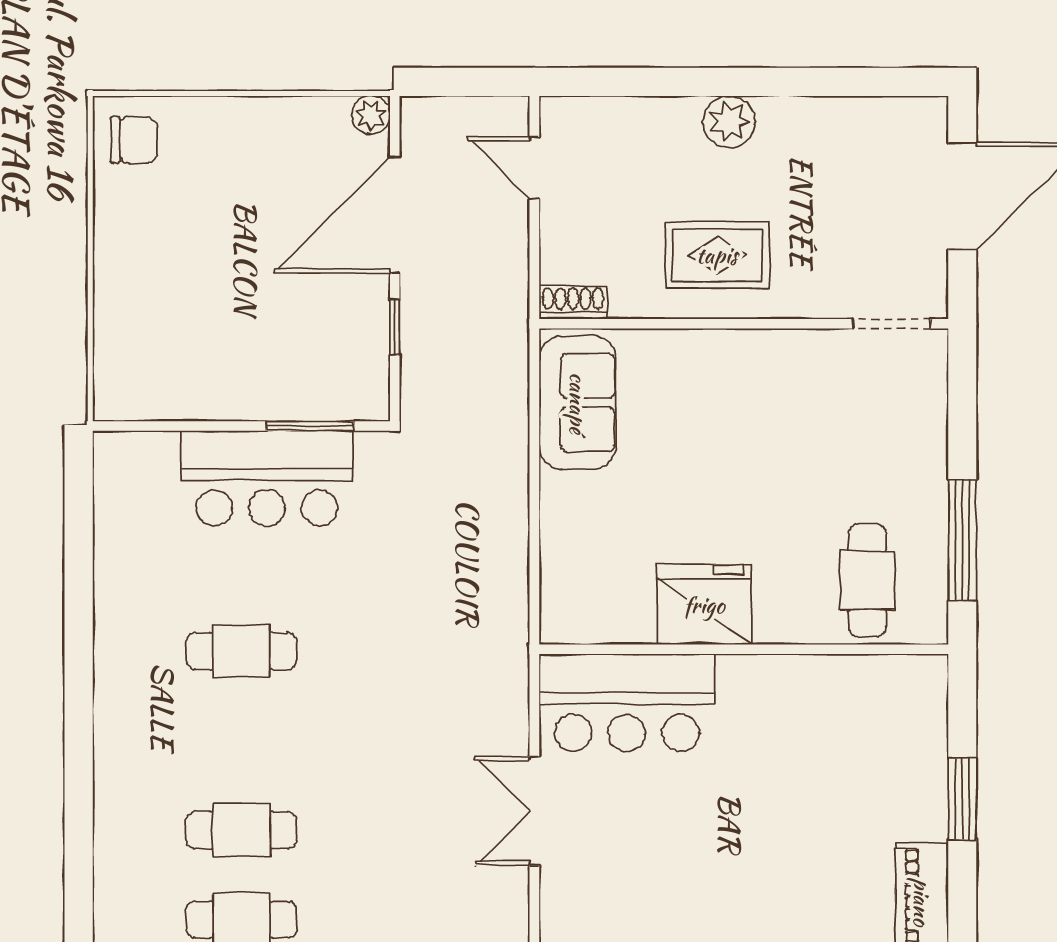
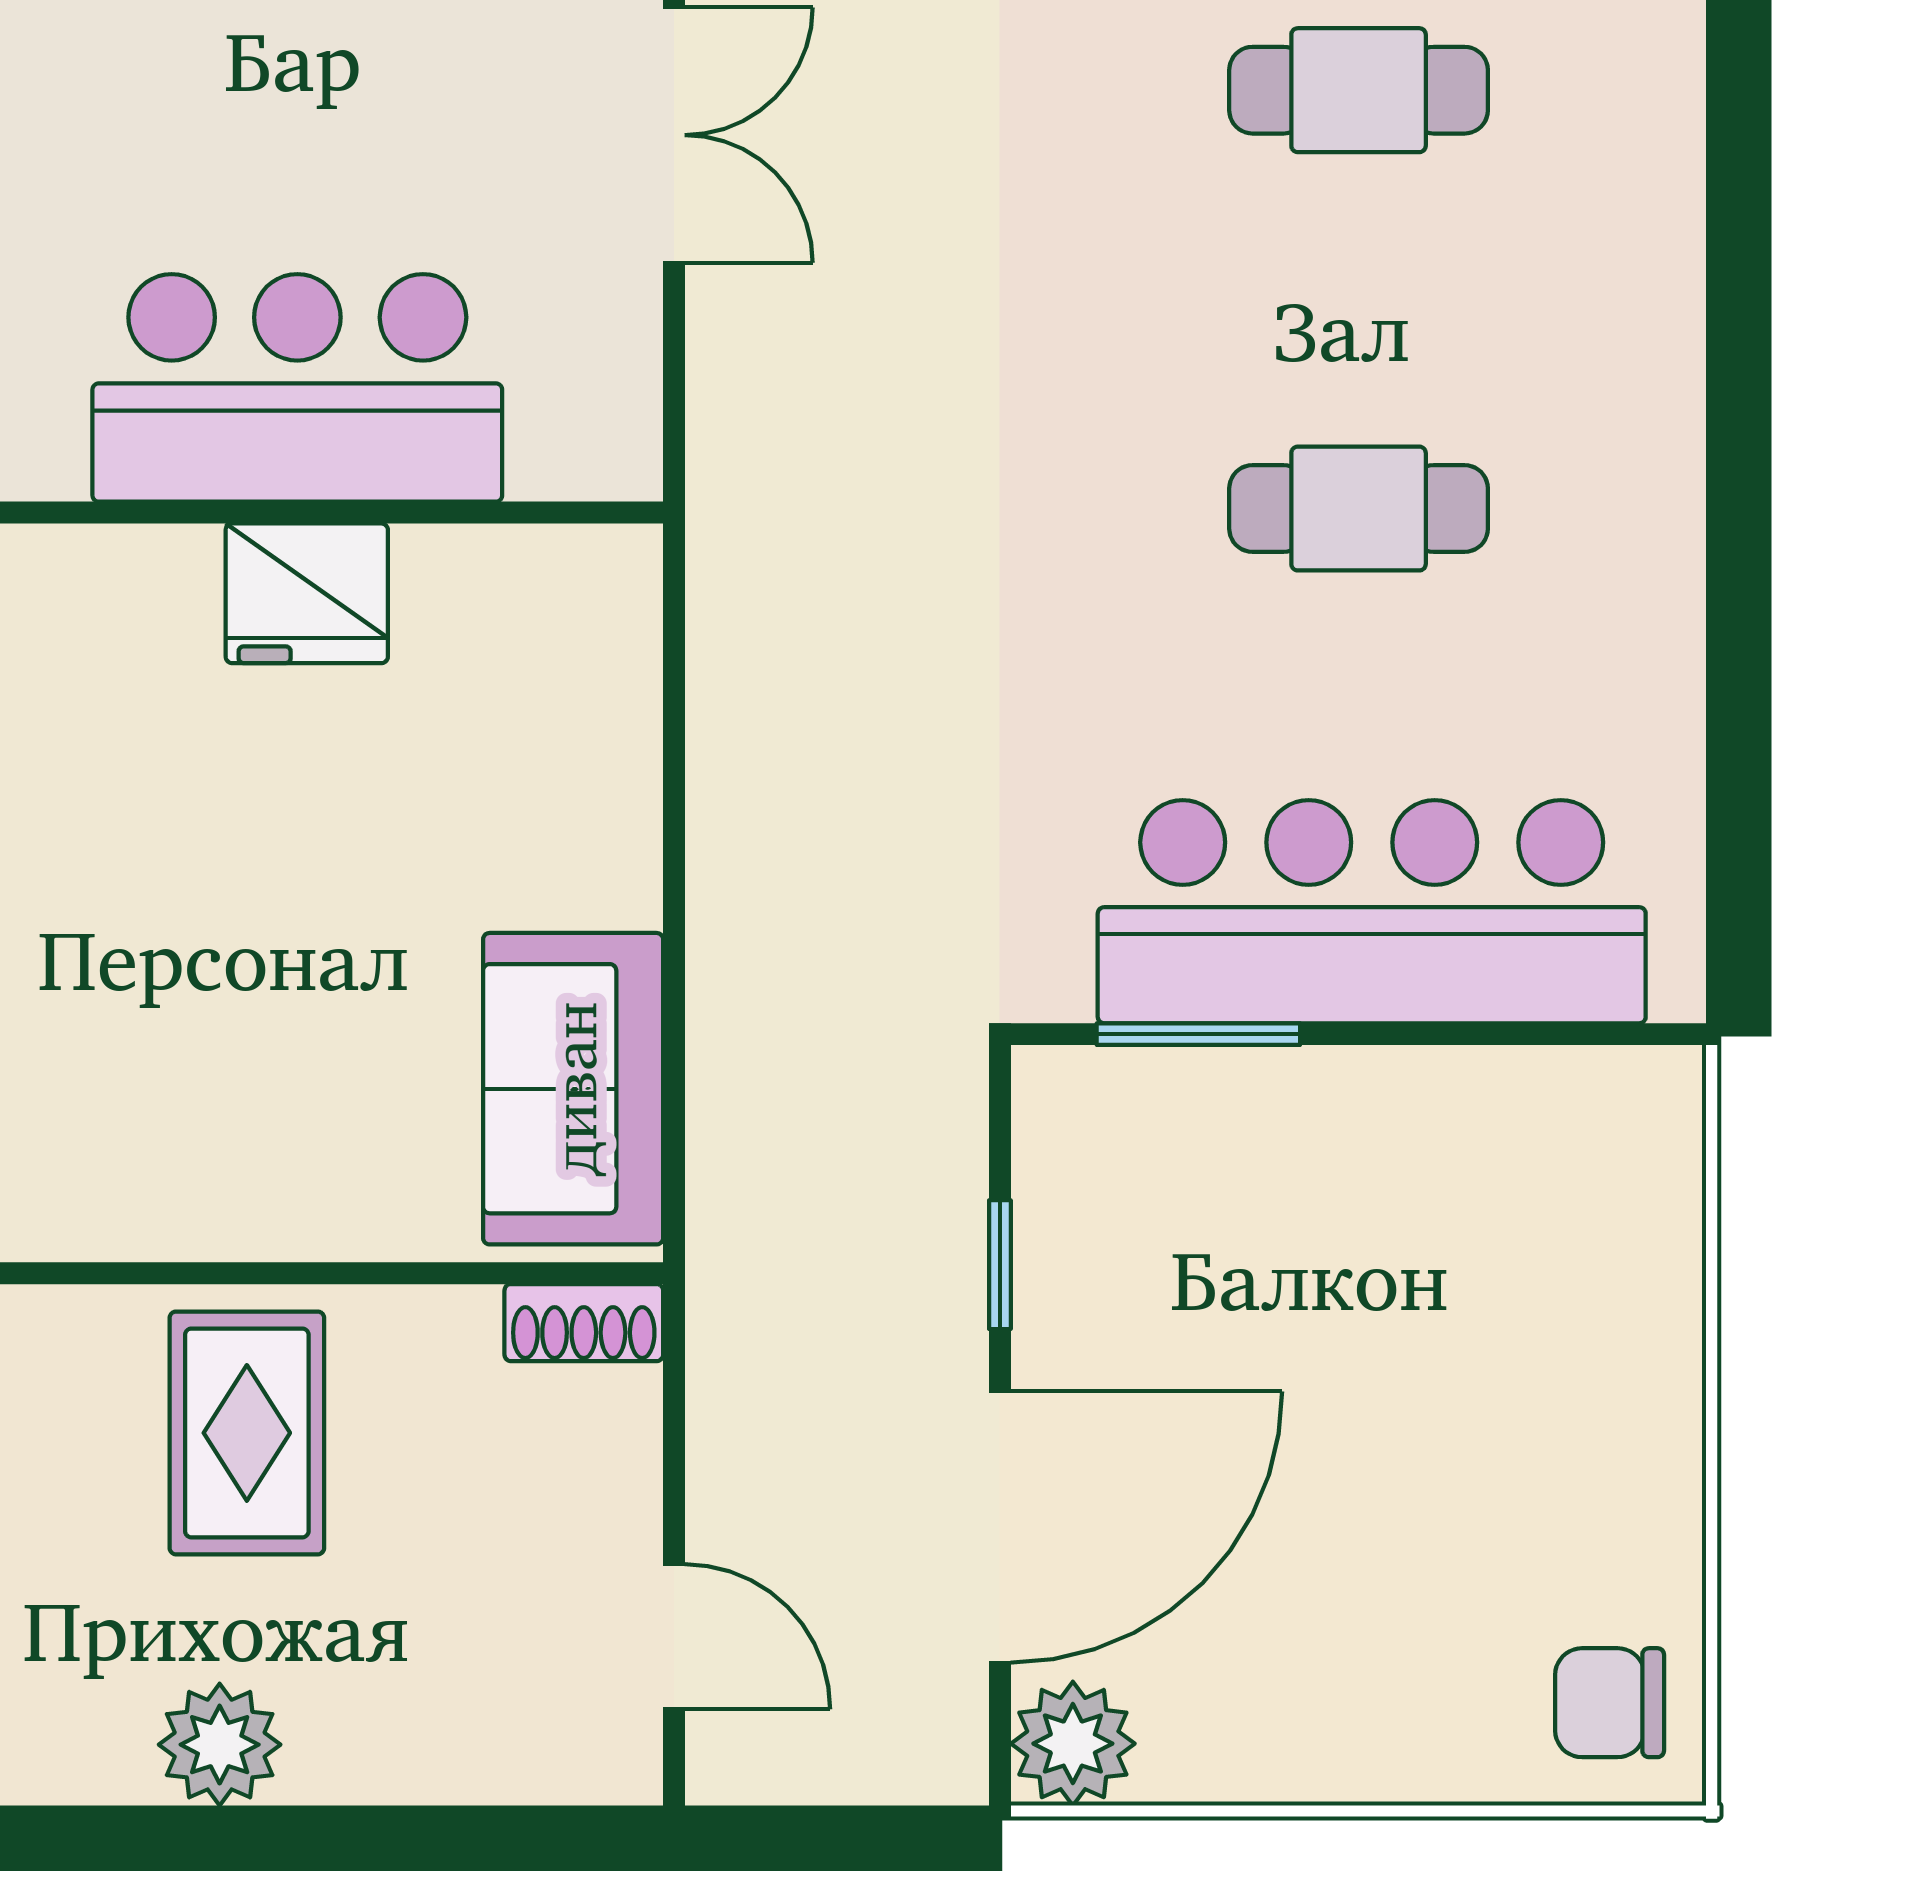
plant: (371, 115) -> (1073, 1744), width x1.38, depth x1.38
rug: (717, 255) -> (247, 1433), turned 90
bar counter: (267, 478) -> (1372, 912), width x1.36
fridge: (704, 605) -> (307, 593), width x0.73, depth x0.75
bar counter: (627, 703) -> (297, 388), moved

